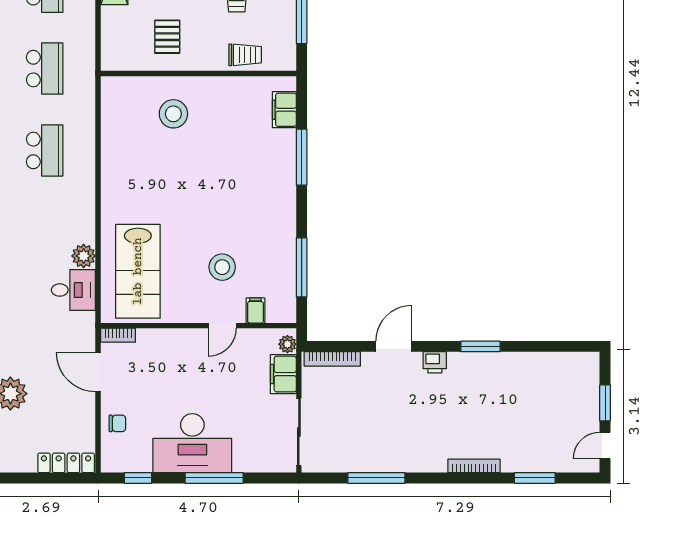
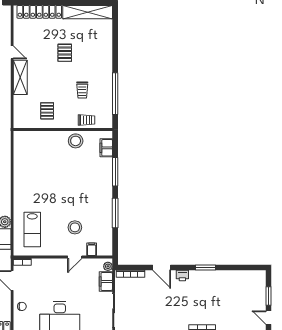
stool: (173, 114) -> (76, 141), moved
window: (302, 267) -> (115, 213), moved
lab bench: (138, 271) -> (32, 230), width x0.73, depth x0.72
door: (394, 346) -> (162, 267), swing flipped
door: (605, 445) -> (269, 318), hinge flipped

